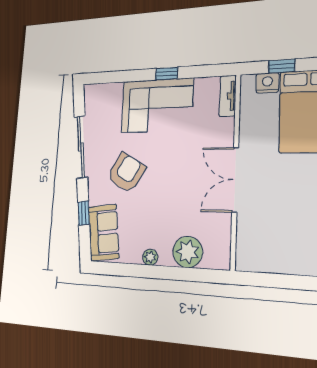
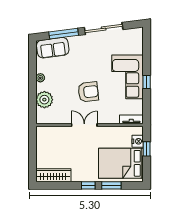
armchair: (126, 173) -> (88, 92), moved, turned -36
double door: (235, 180) -> (84, 125), width x0.73
window: (84, 213) -> (64, 34), width x2.17

